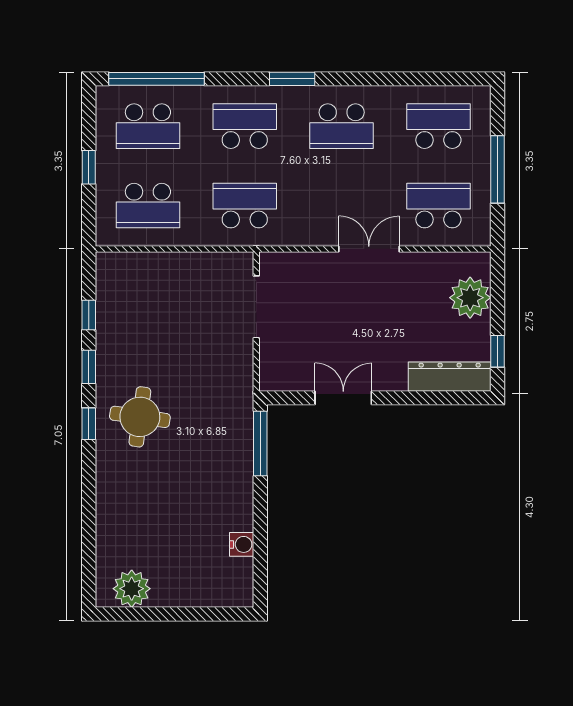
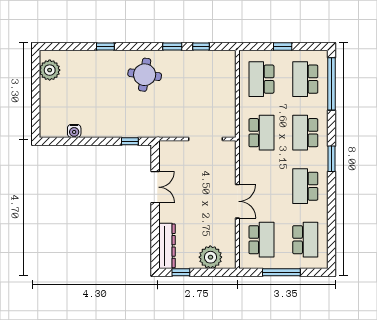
school desk: (245, 126) -> (305, 133), turned 180
window: (89, 424) -> (105, 46), moved
window: (260, 444) -> (130, 141), width x0.46

